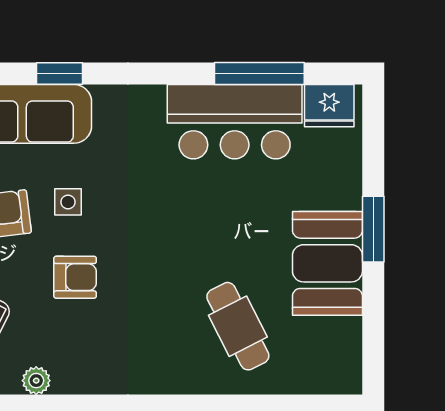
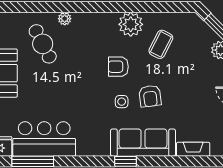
plant: (191, 380) -> (65, 19), added
plant: (36, 381) -> (131, 24), width x1.87, depth x1.87

